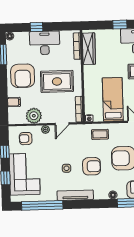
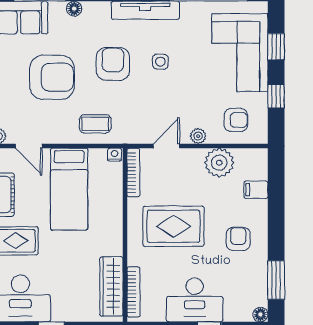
armchair: (23, 76) -> (238, 239), width x0.53, depth x0.53
armchair: (92, 166) -> (113, 64), turned 90

